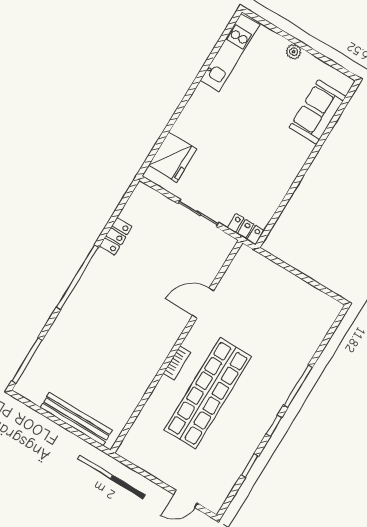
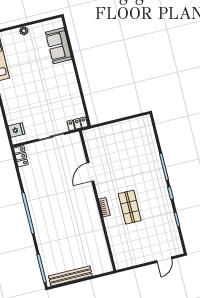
fridge: (173, 157) -> (16, 130), width x0.53, depth x0.75
locker: (116, 236) -> (21, 156), moved
shop shelf: (208, 393) -> (130, 207), width x0.50, depth x0.74
bench: (76, 419) -> (70, 276), moved

